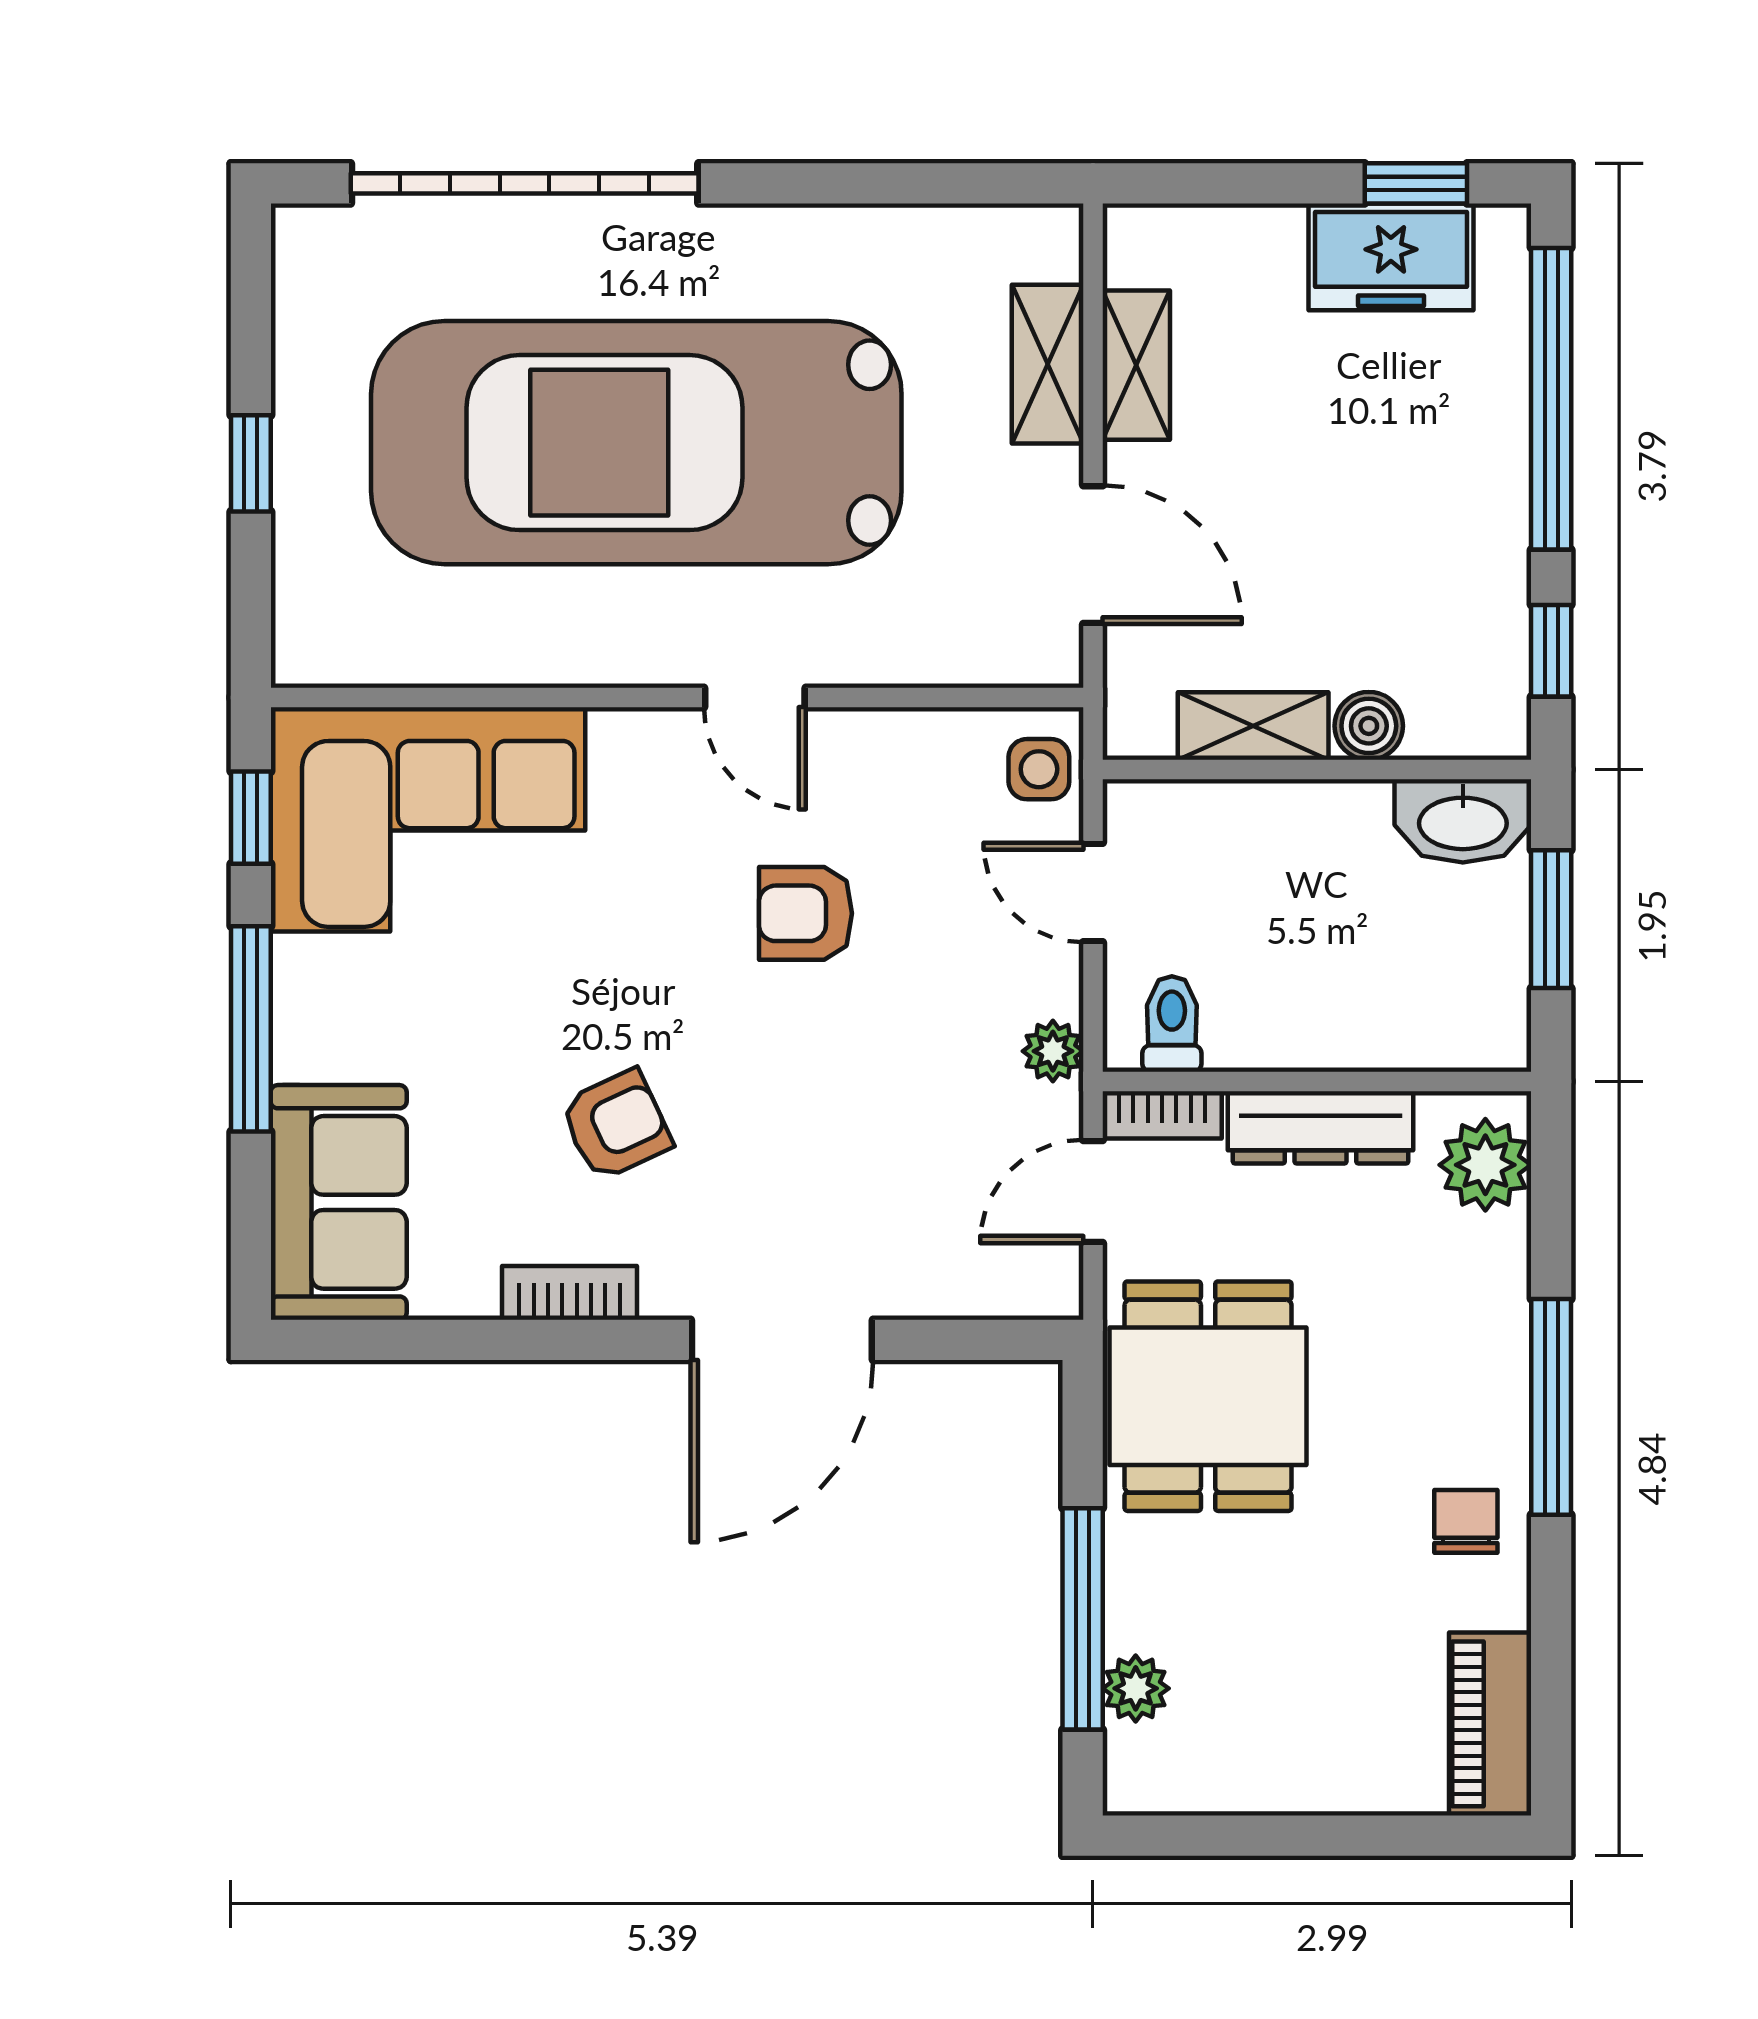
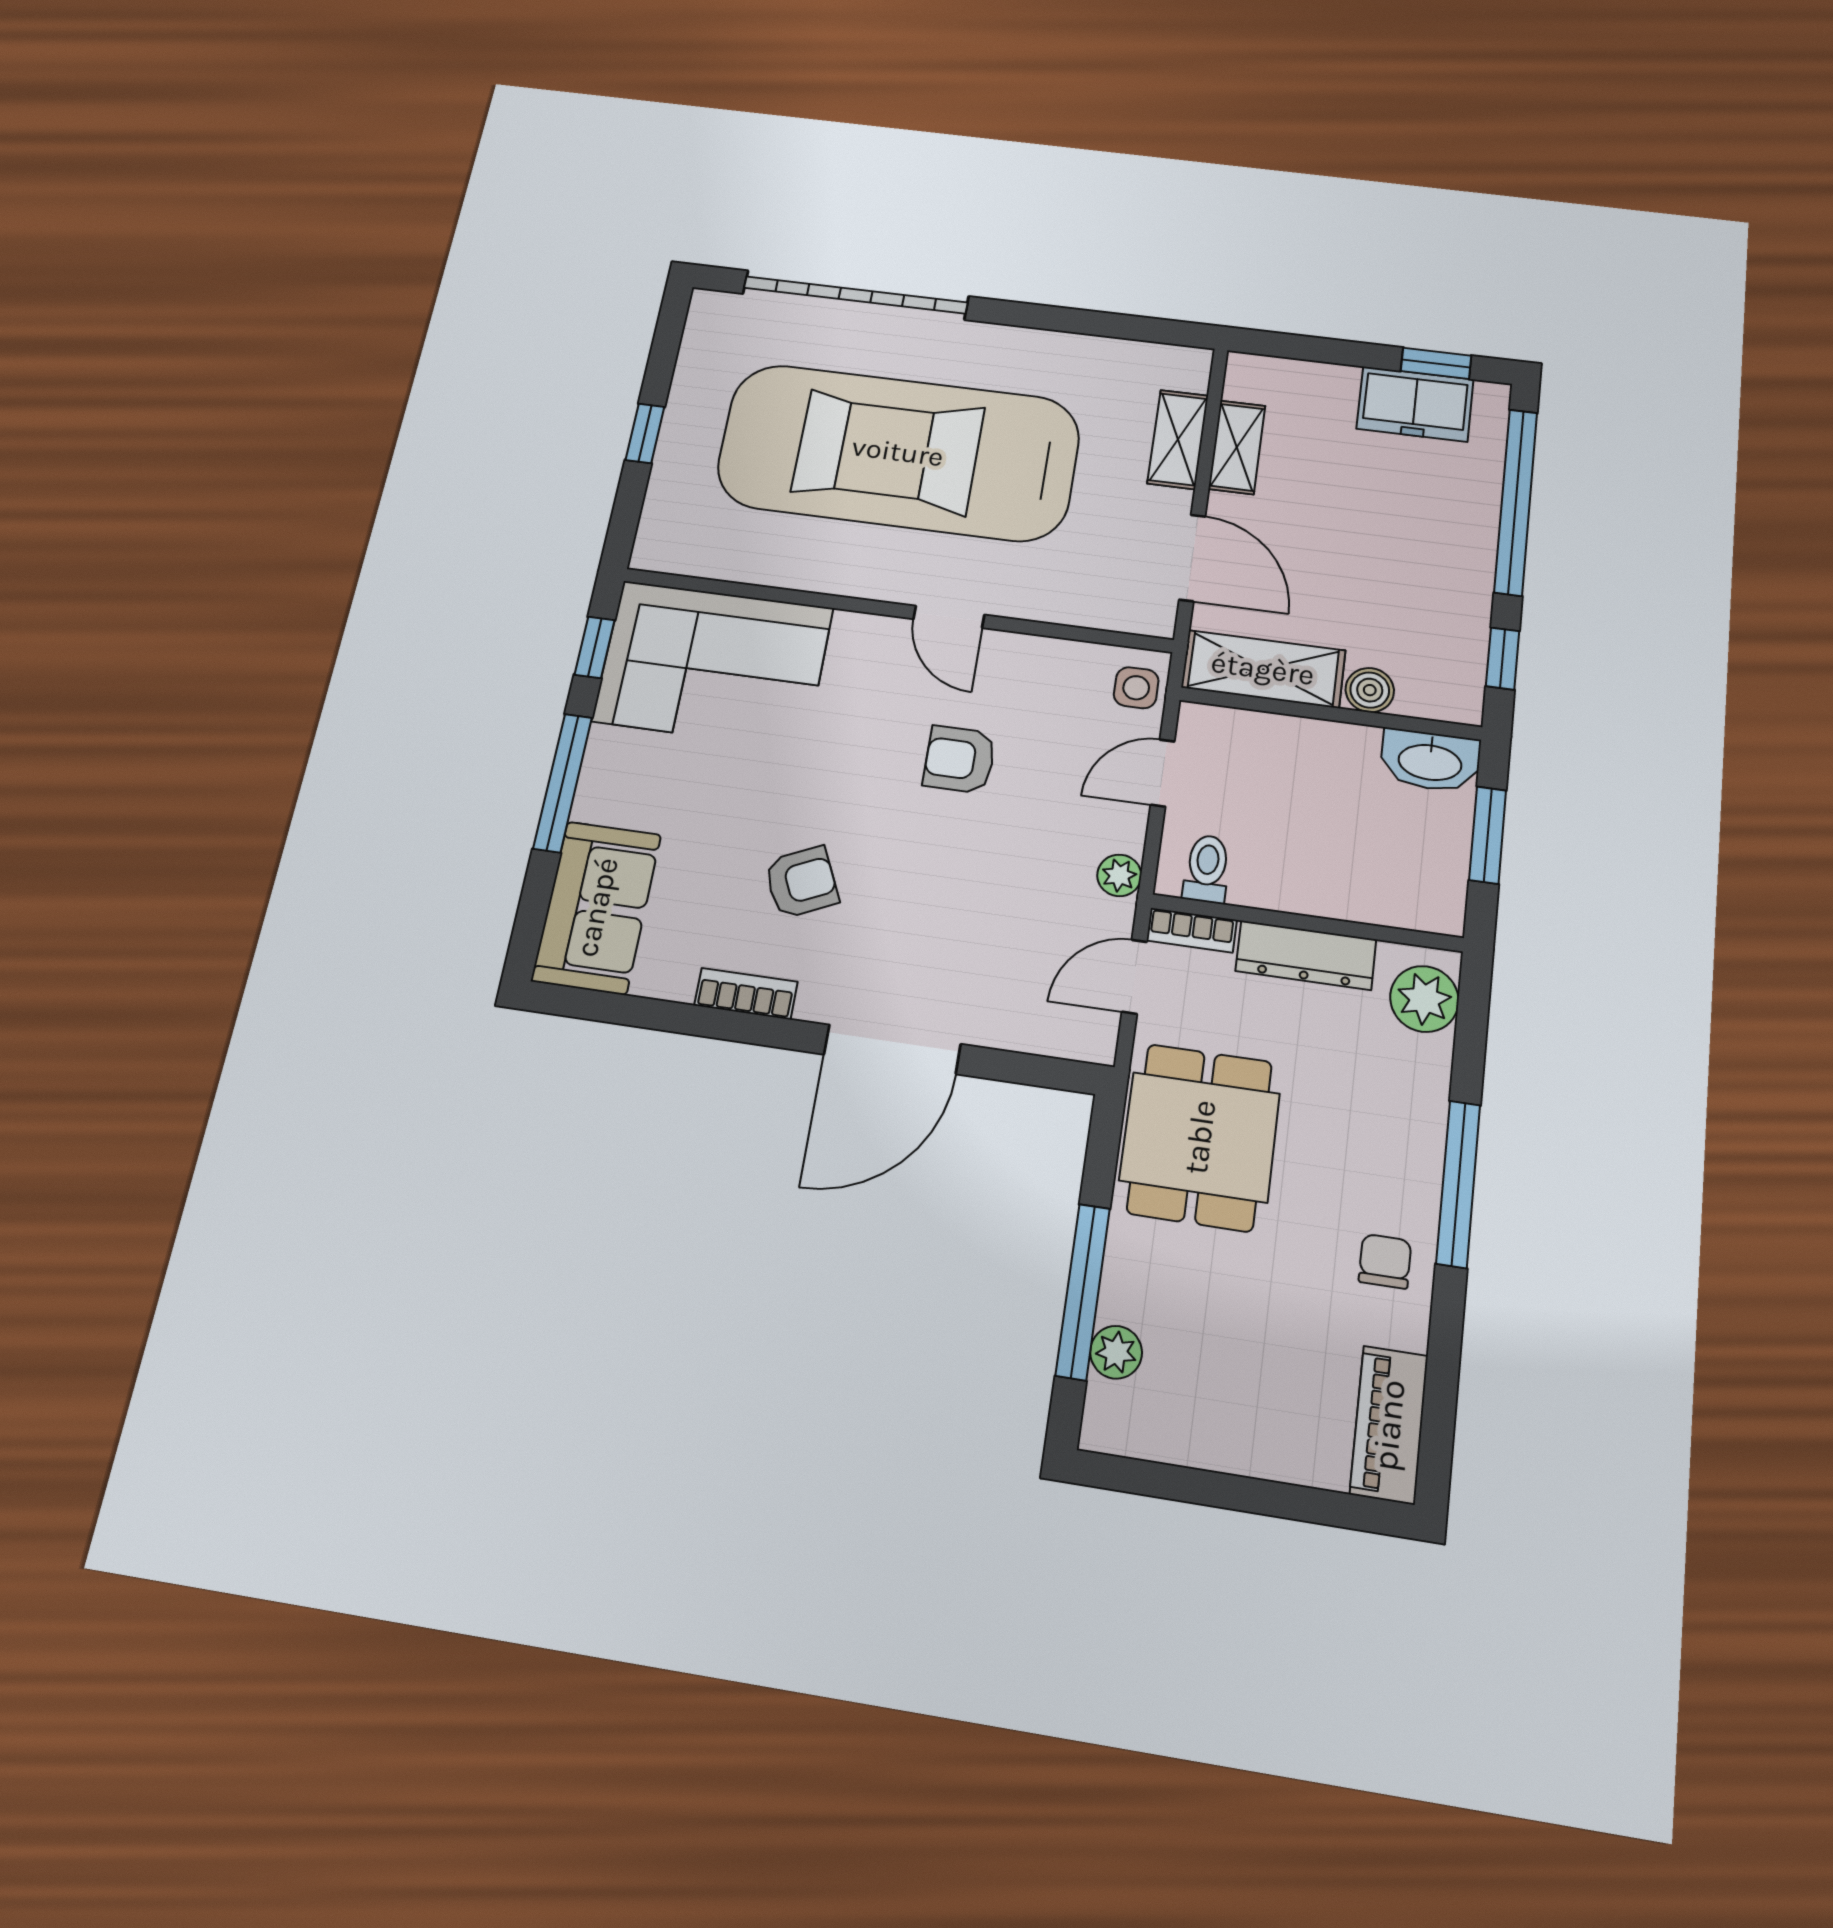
shelving: (1253, 726) -> (1263, 669), width x1.50, depth x1.33
door: (1093, 893) -> (1163, 773), hinge flipped

